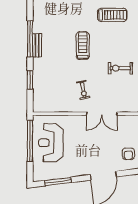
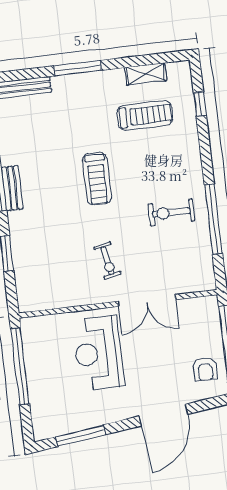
treadmill: (83, 46) -> (97, 179), turned 180
reception desk: (51, 143) -> (98, 353), moved

